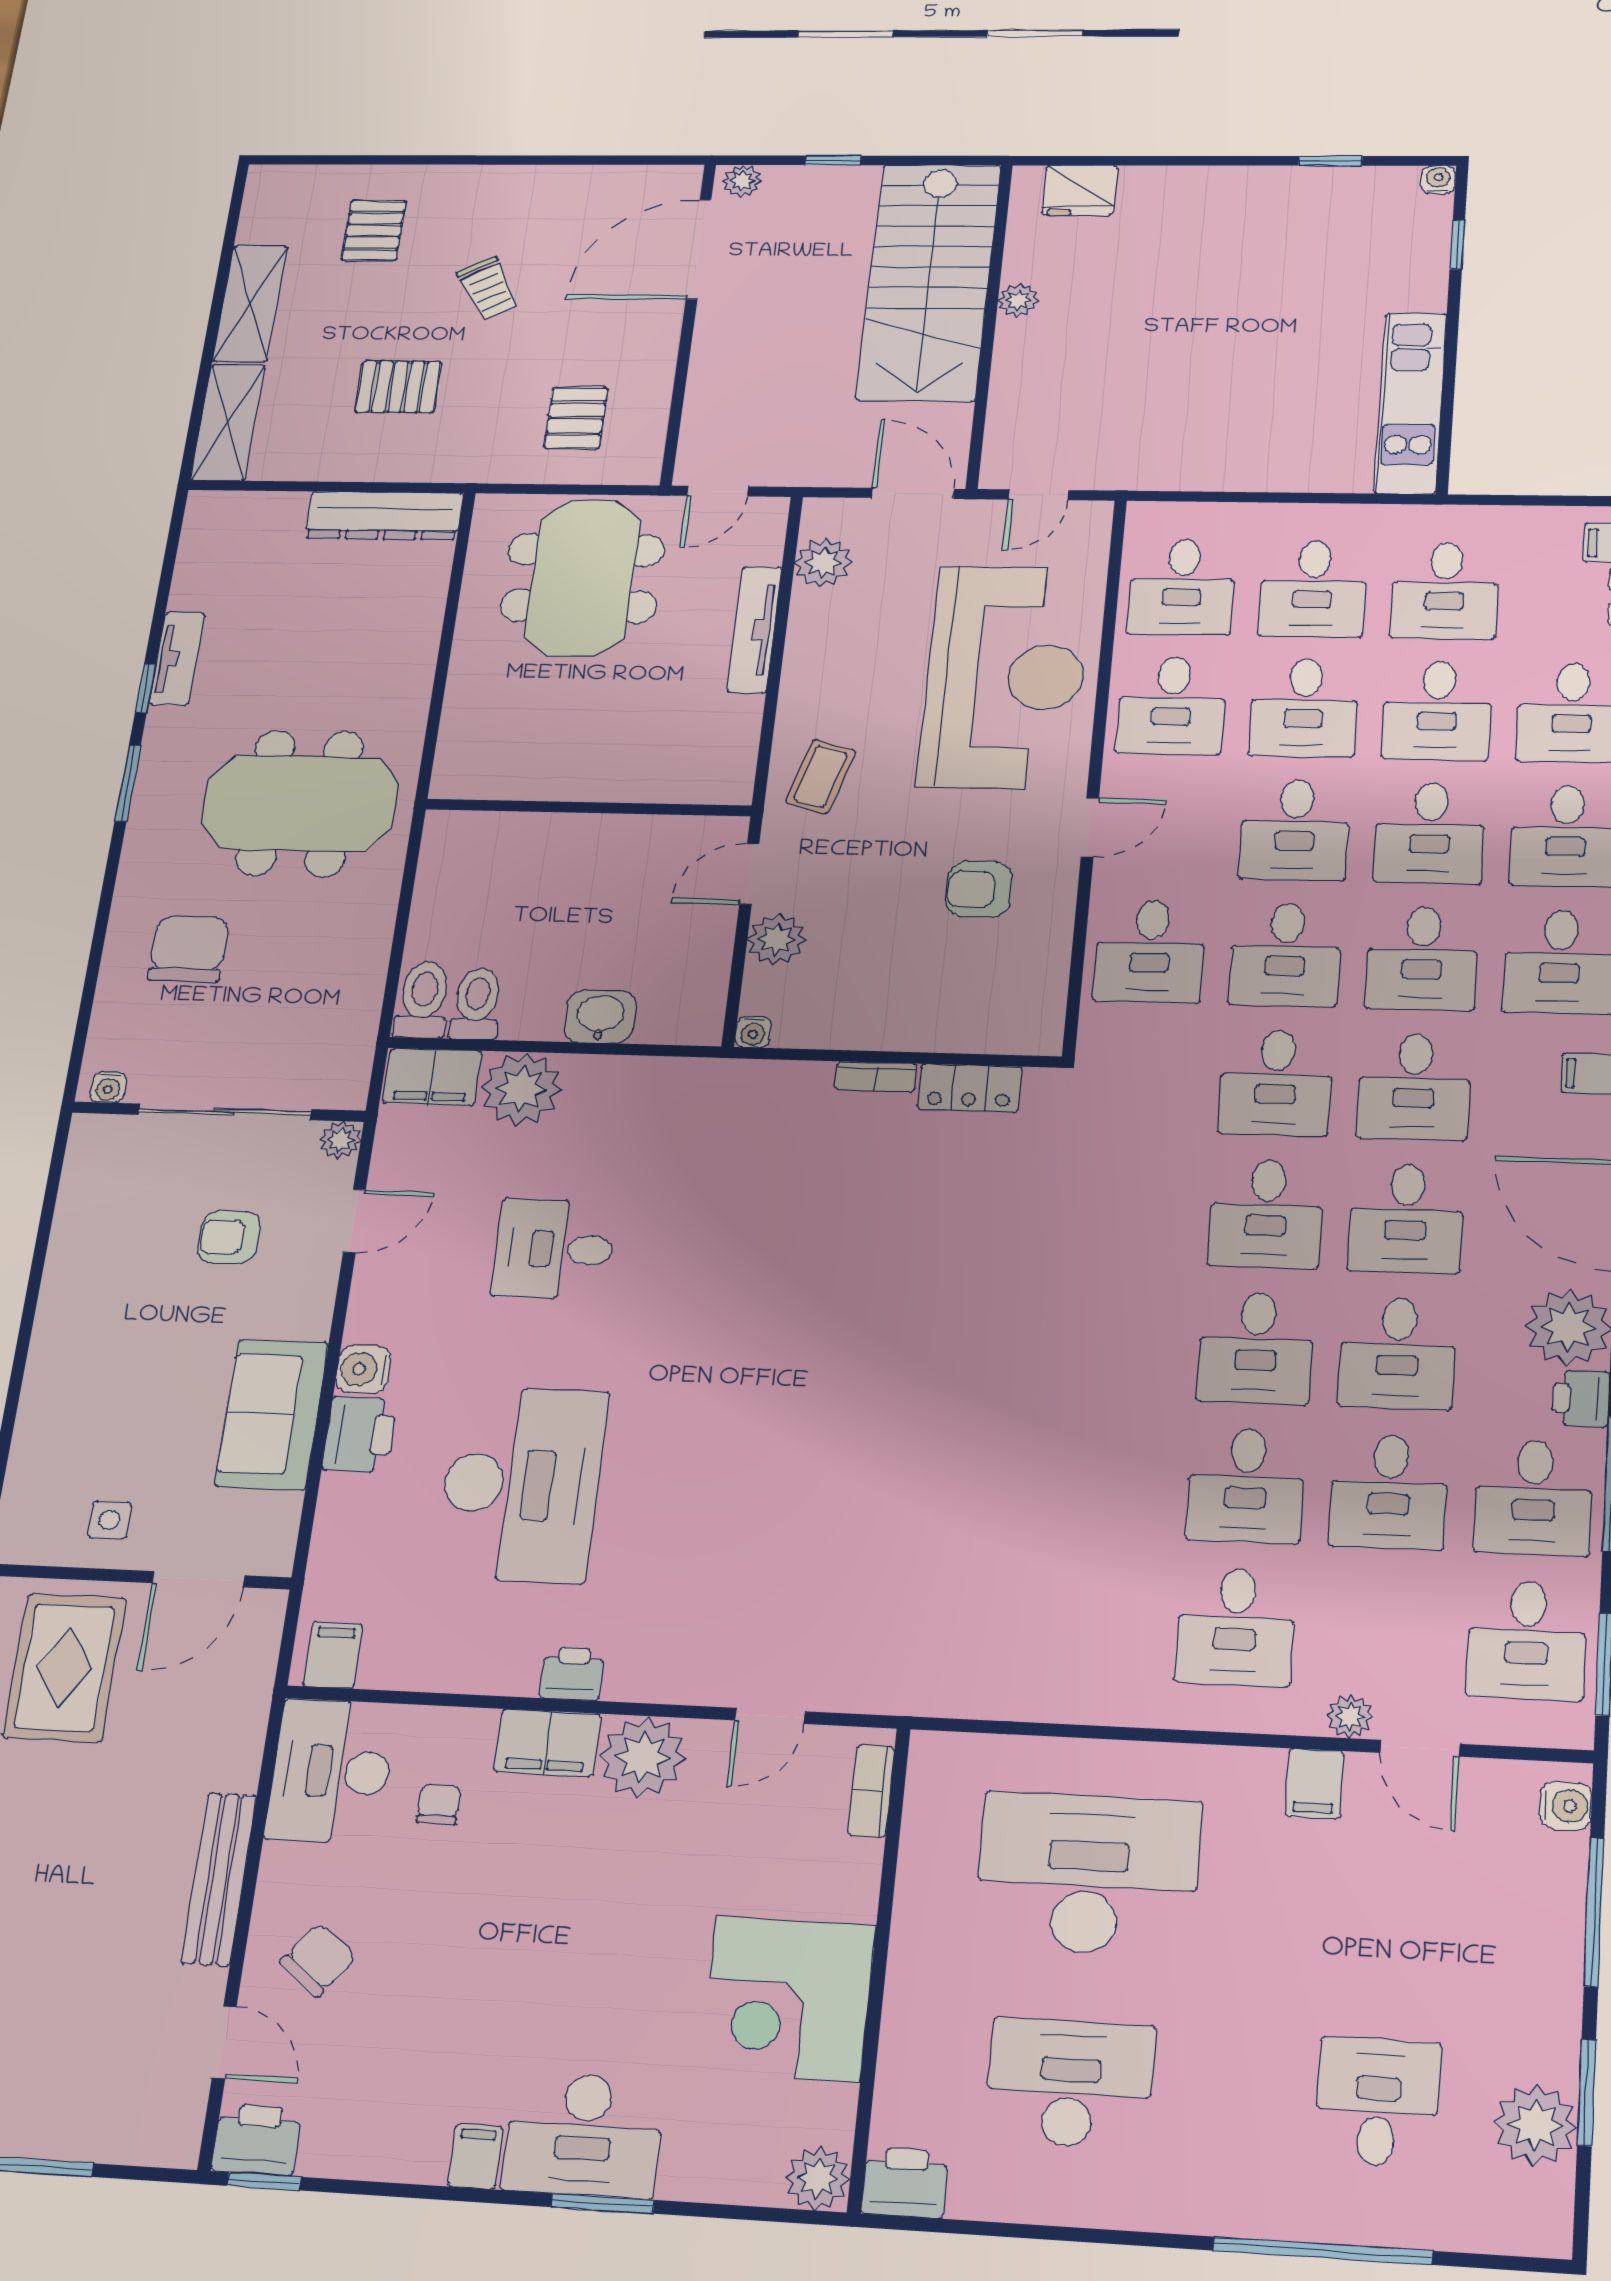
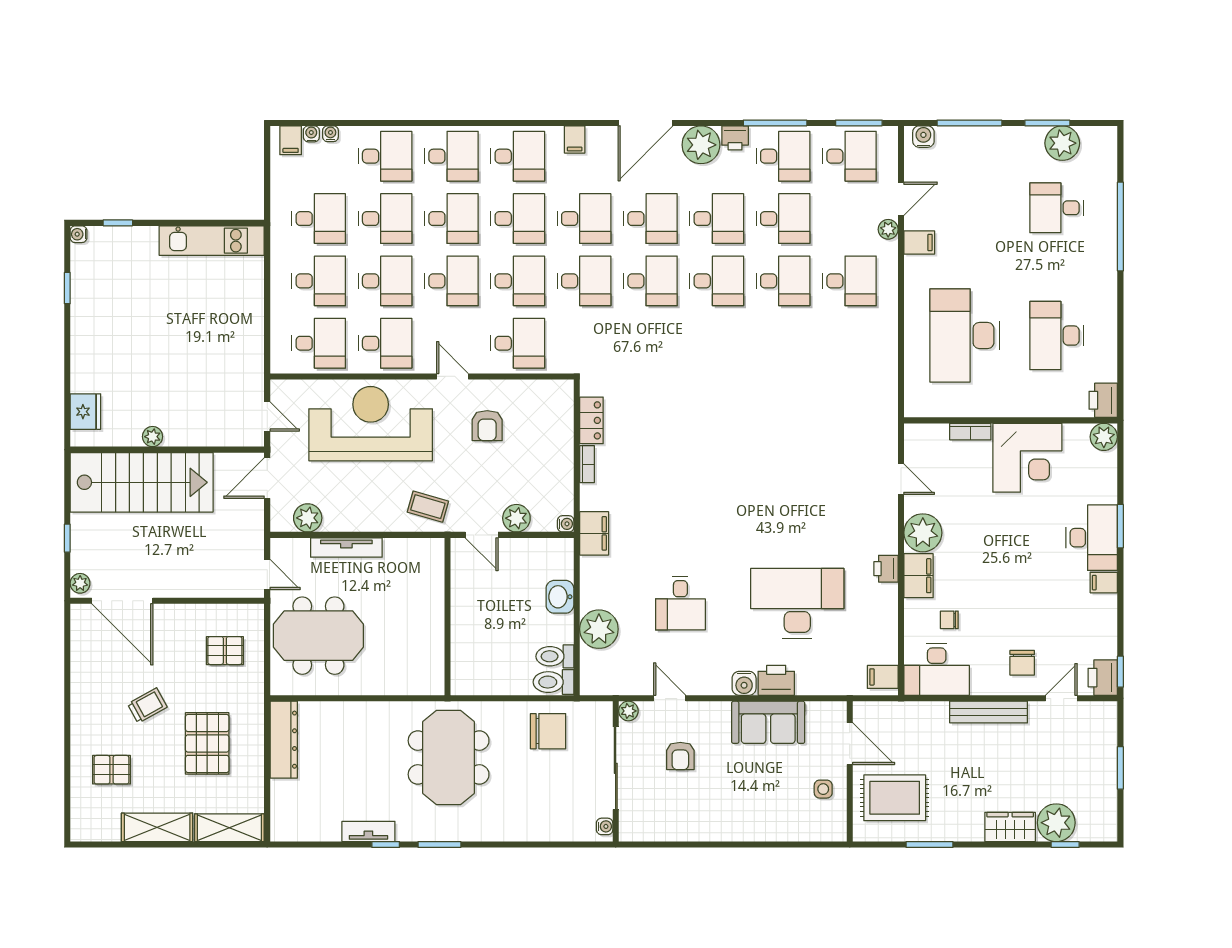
pallet: (398, 387) -> (207, 743), width x1.50, depth x1.42
chair: (189, 949) -> (548, 731), moved, turned 180
filing cabinet: (432, 1077) -> (594, 533), moved
bookcase: (871, 1791) -> (970, 432), moved
chair: (318, 1960) -> (1022, 663), turned -129

